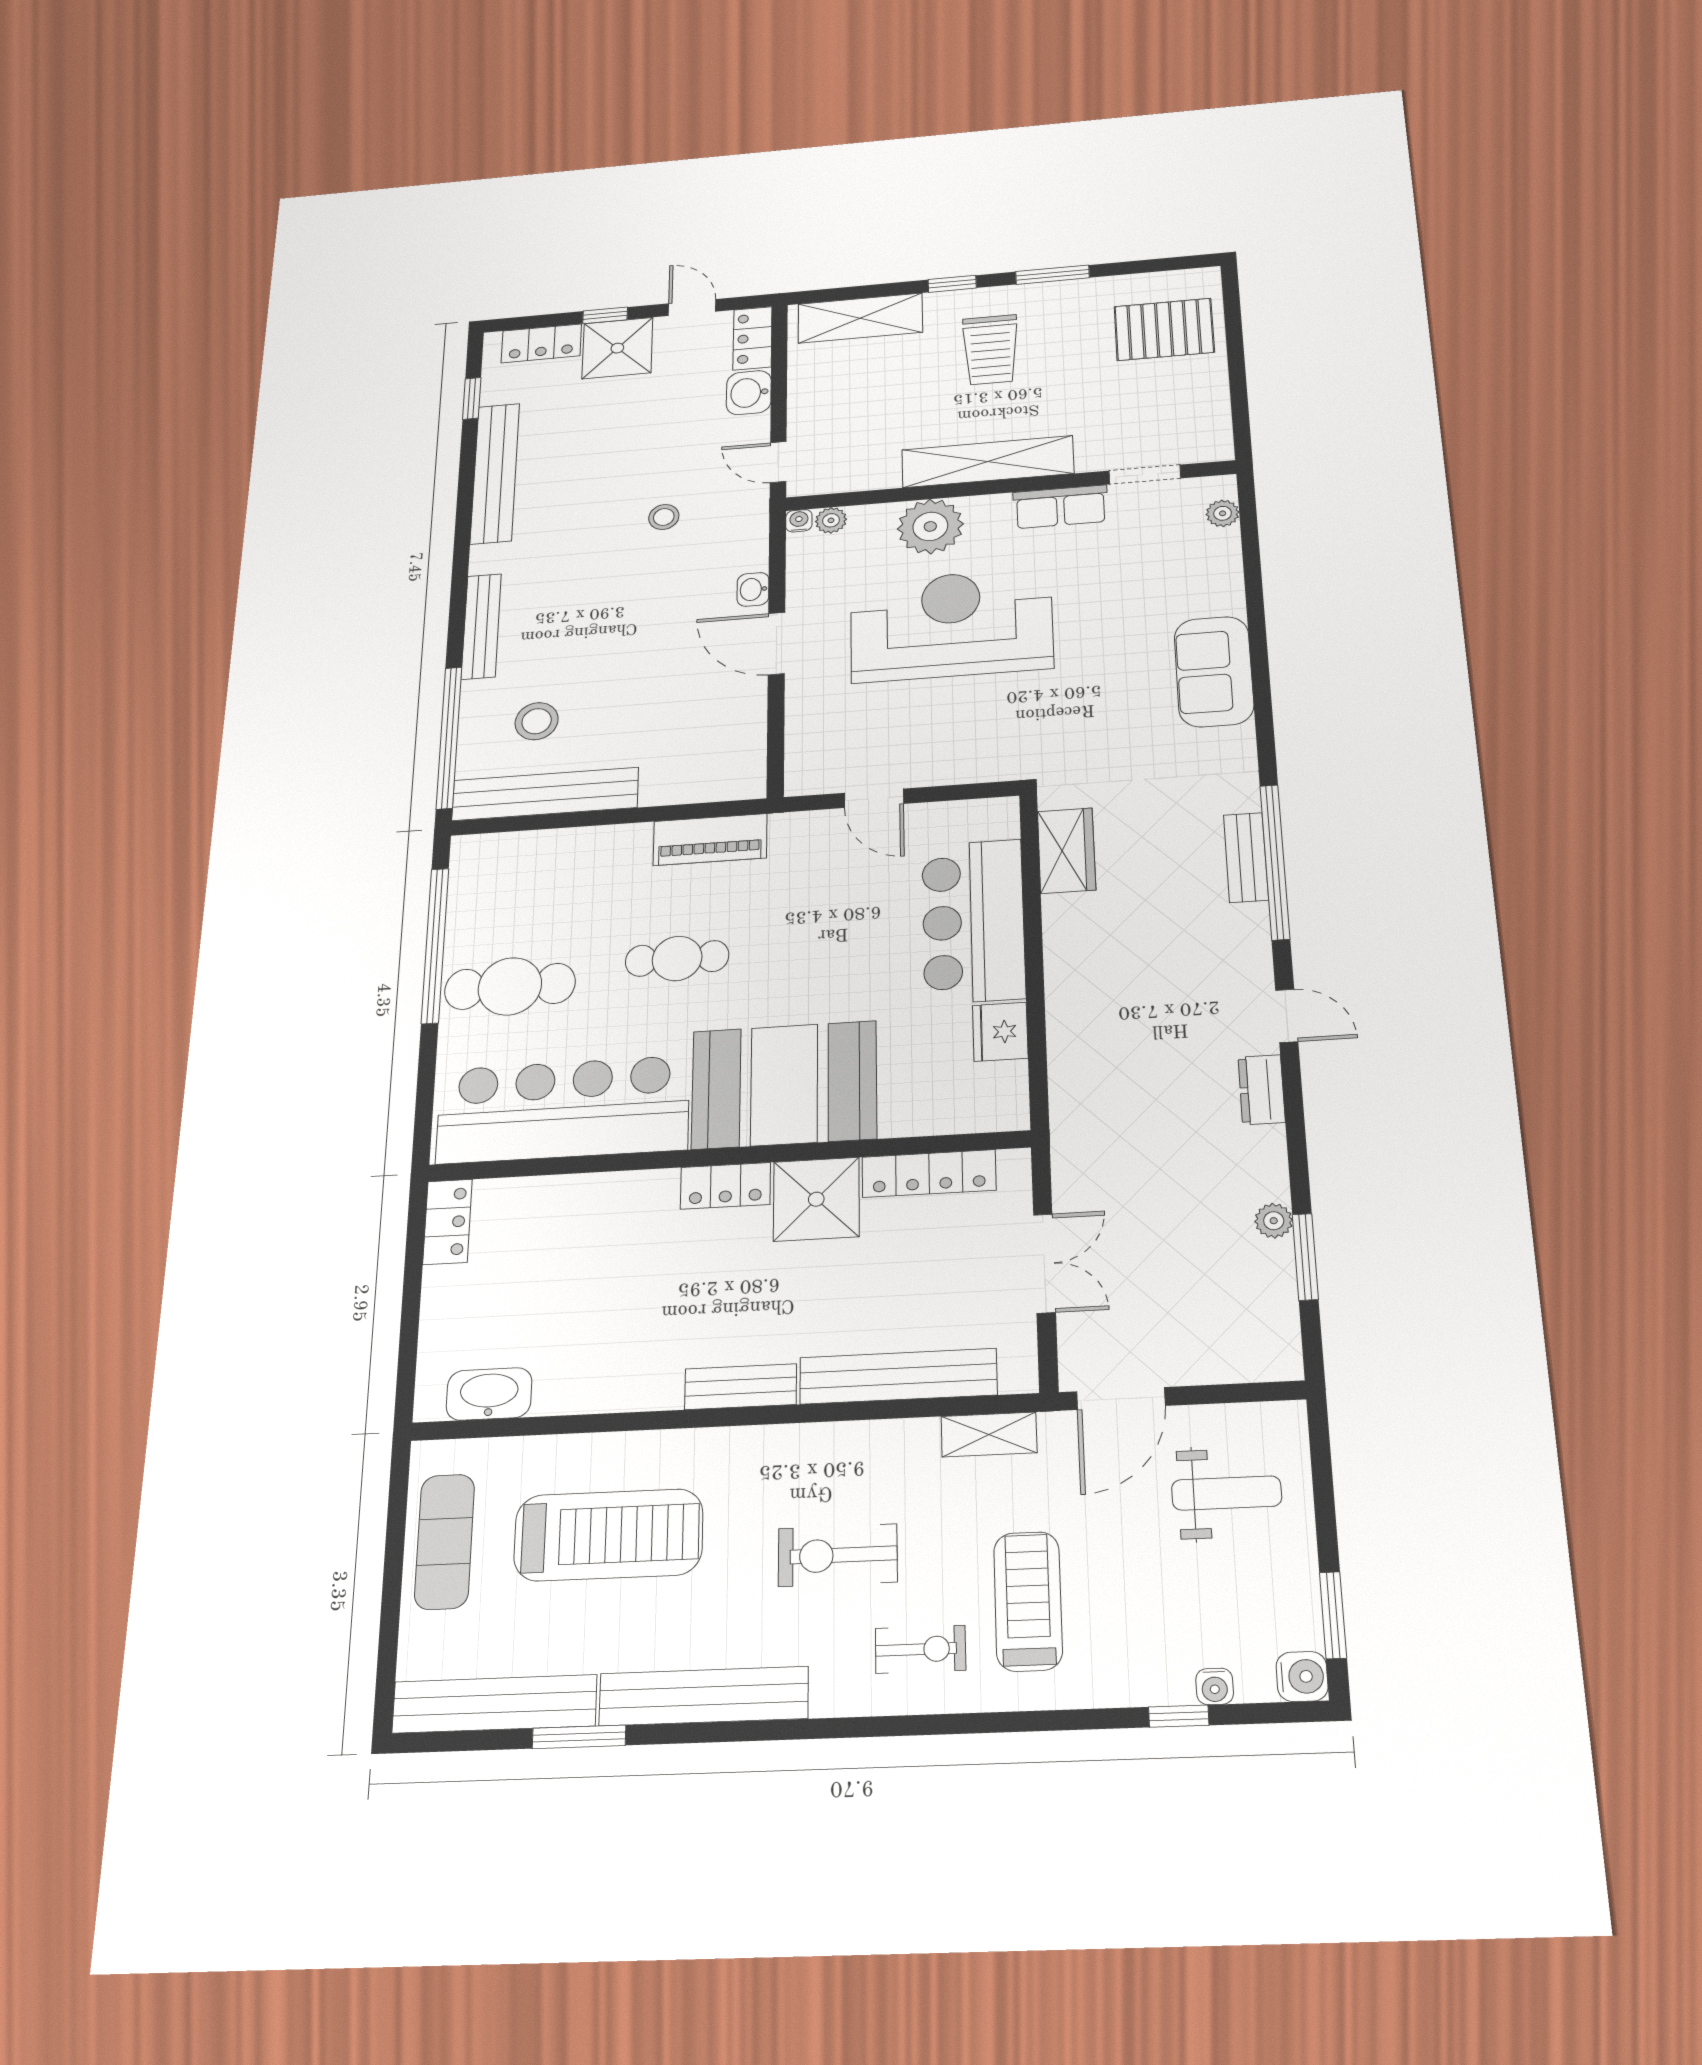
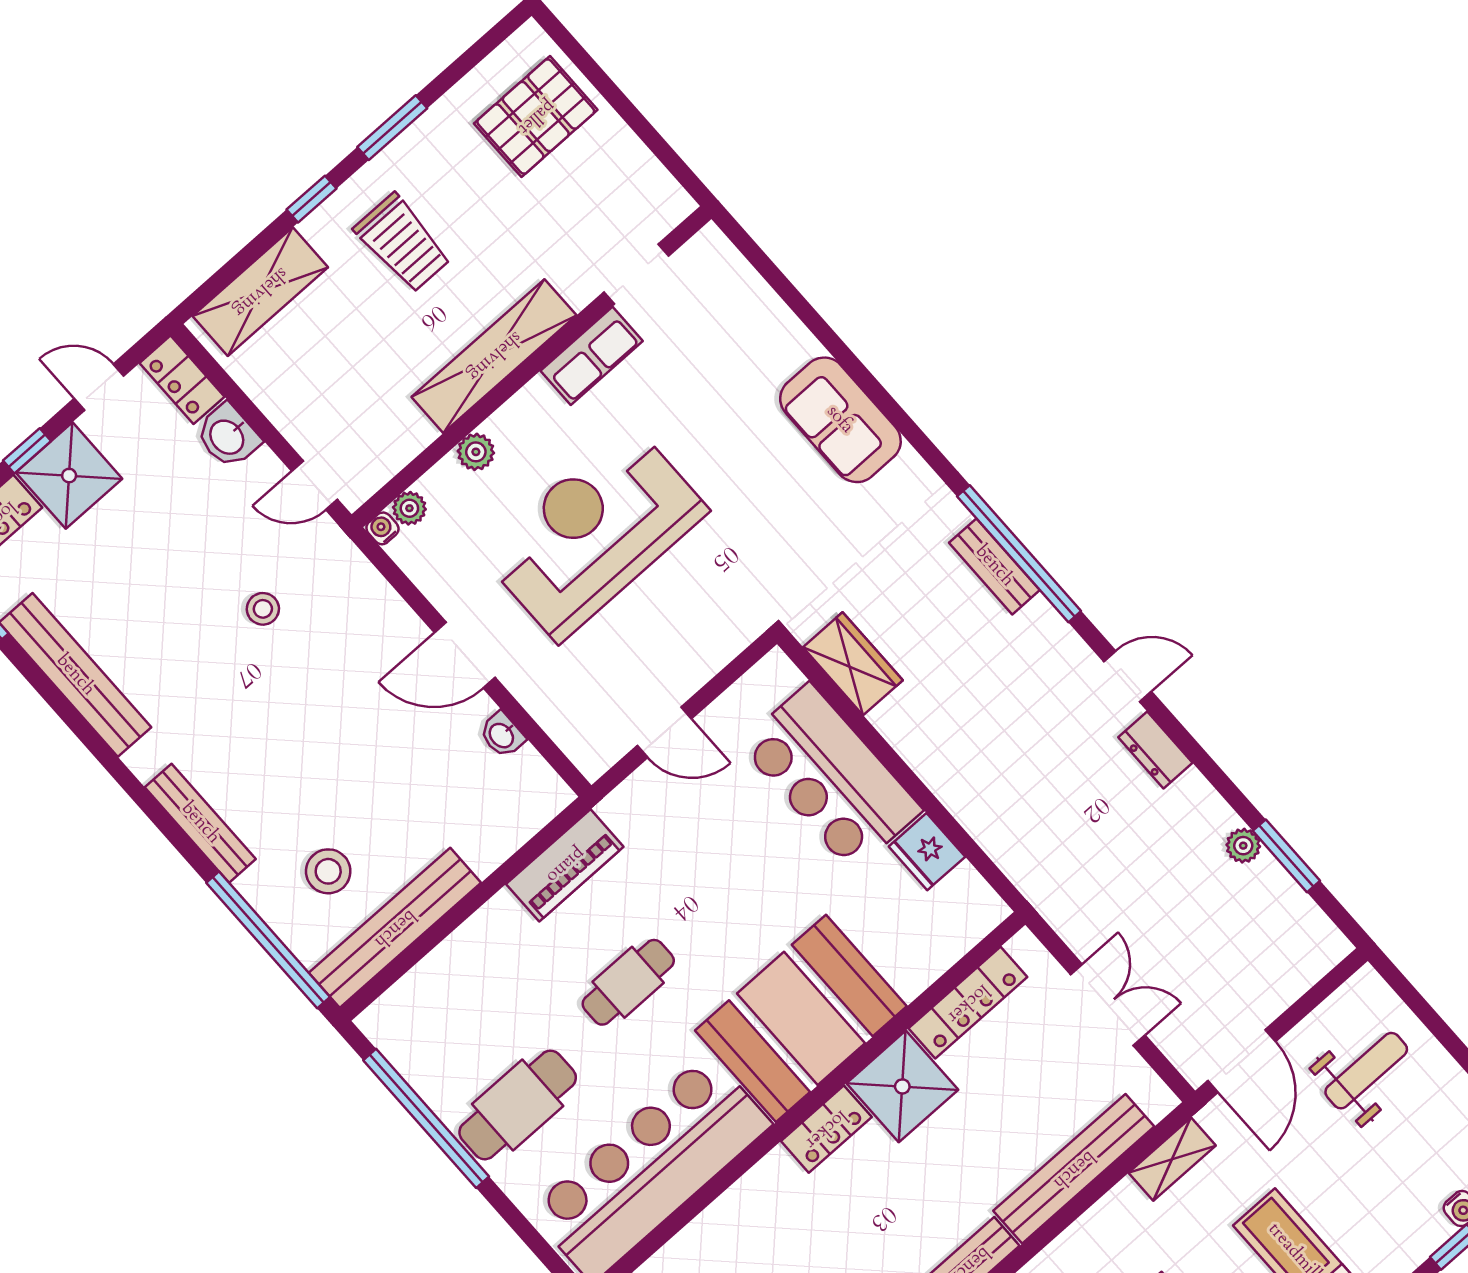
plant: (1223, 513) -> (730, 266), removed
plant: (930, 526) -> (476, 452), width x0.53, depth x0.53
washbasin: (753, 589) -> (502, 735), moved

